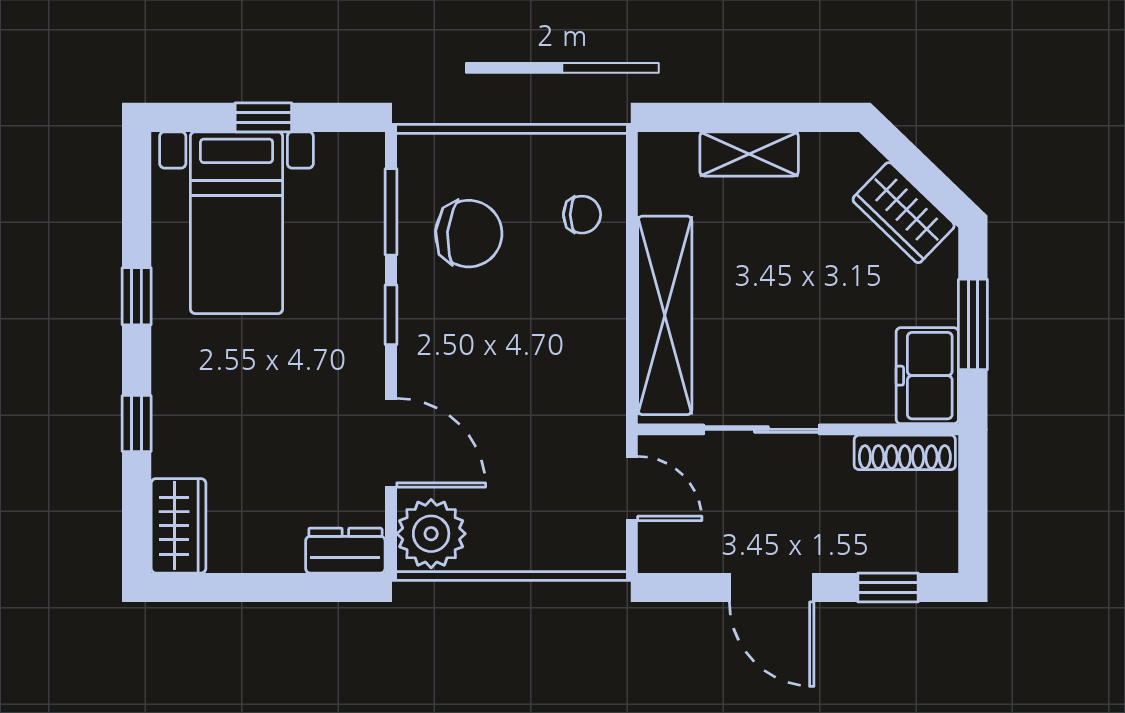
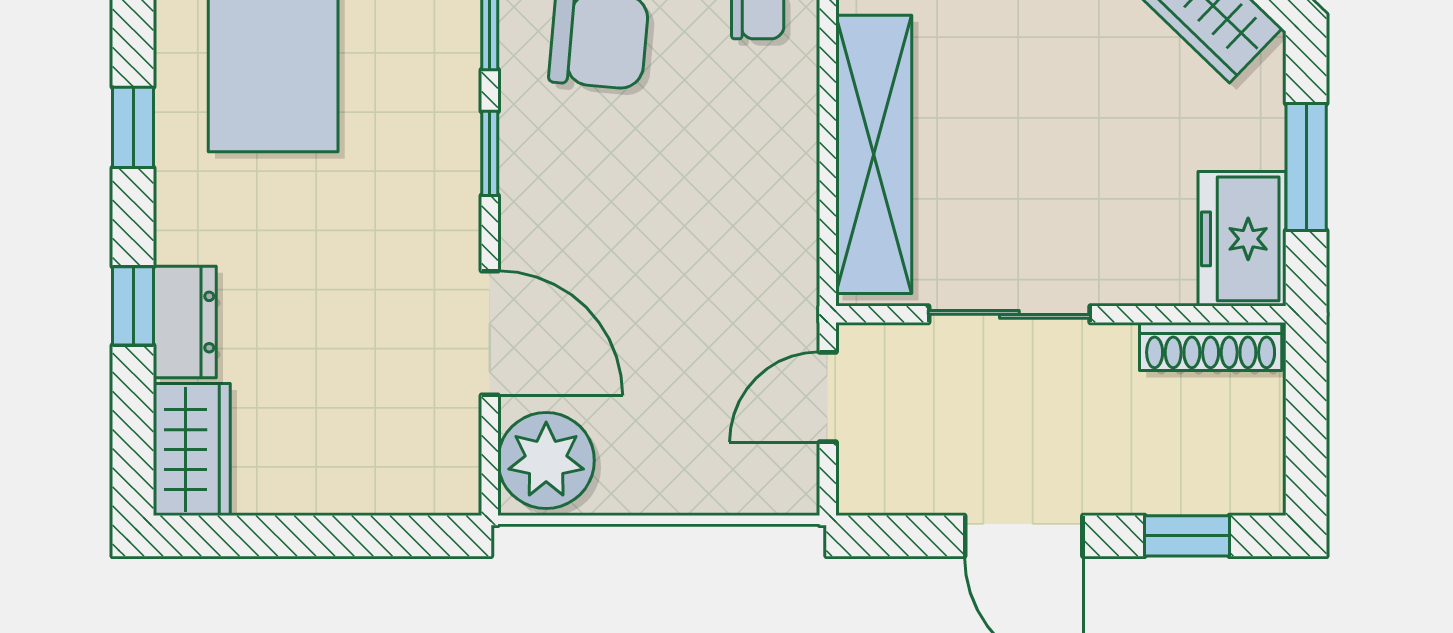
door: (632, 488) -> (828, 397), swing flipped
dresser: (345, 551) -> (185, 322), moved, turned 90

